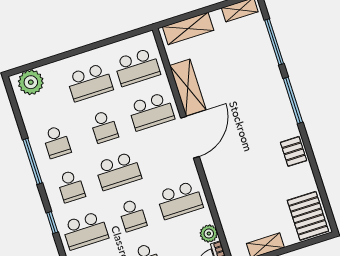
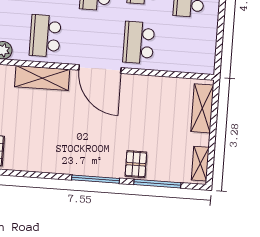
school desk: (137, 67) -> (185, 46), removed
shelving: (188, 87) -> (42, 78), moved
pallet: (294, 151) -> (136, 164), moved, turned 90

